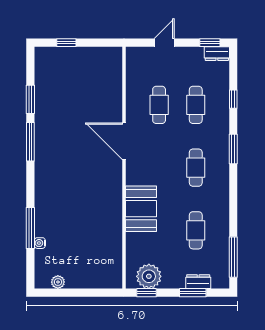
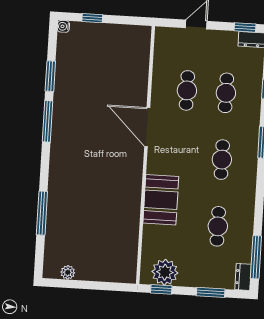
water cooler: (40, 243) -> (63, 26), moved
dresser: (198, 282) -> (243, 277), moved, turned -90

